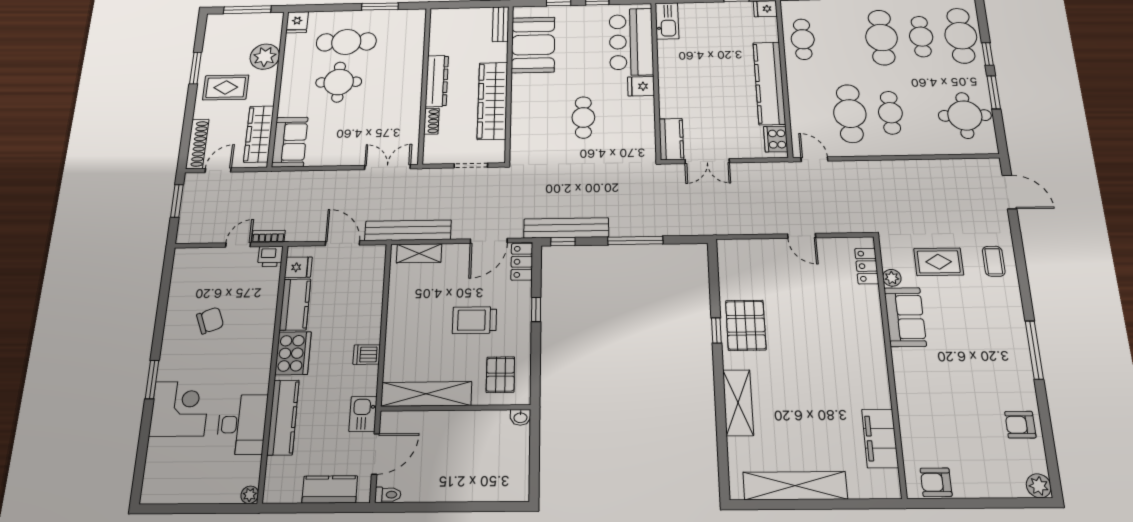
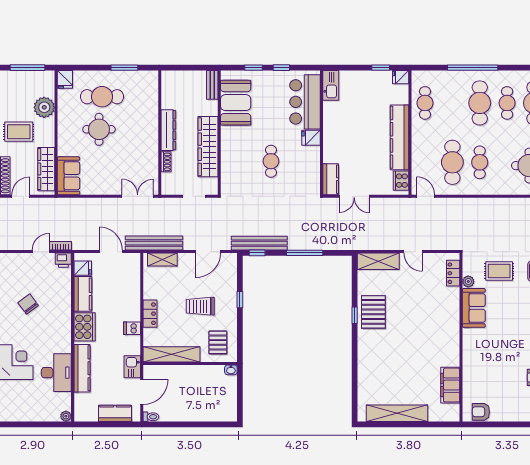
locker: (522, 262) -> (150, 314), moved, turned 180
chair: (210, 320) -> (28, 304), turned -106
shelving: (738, 403) -> (378, 261), moved, turned 90

